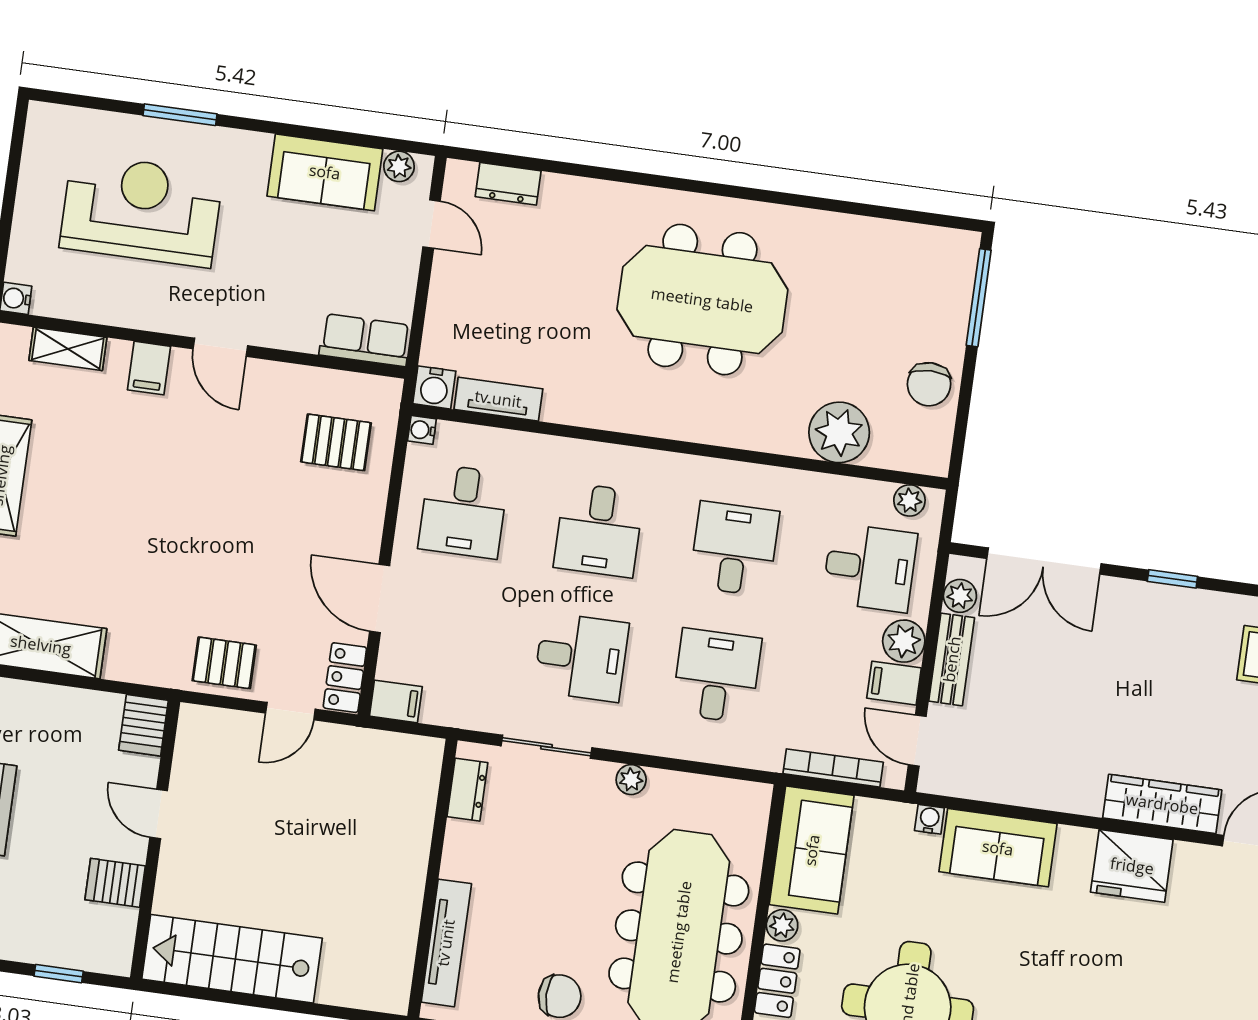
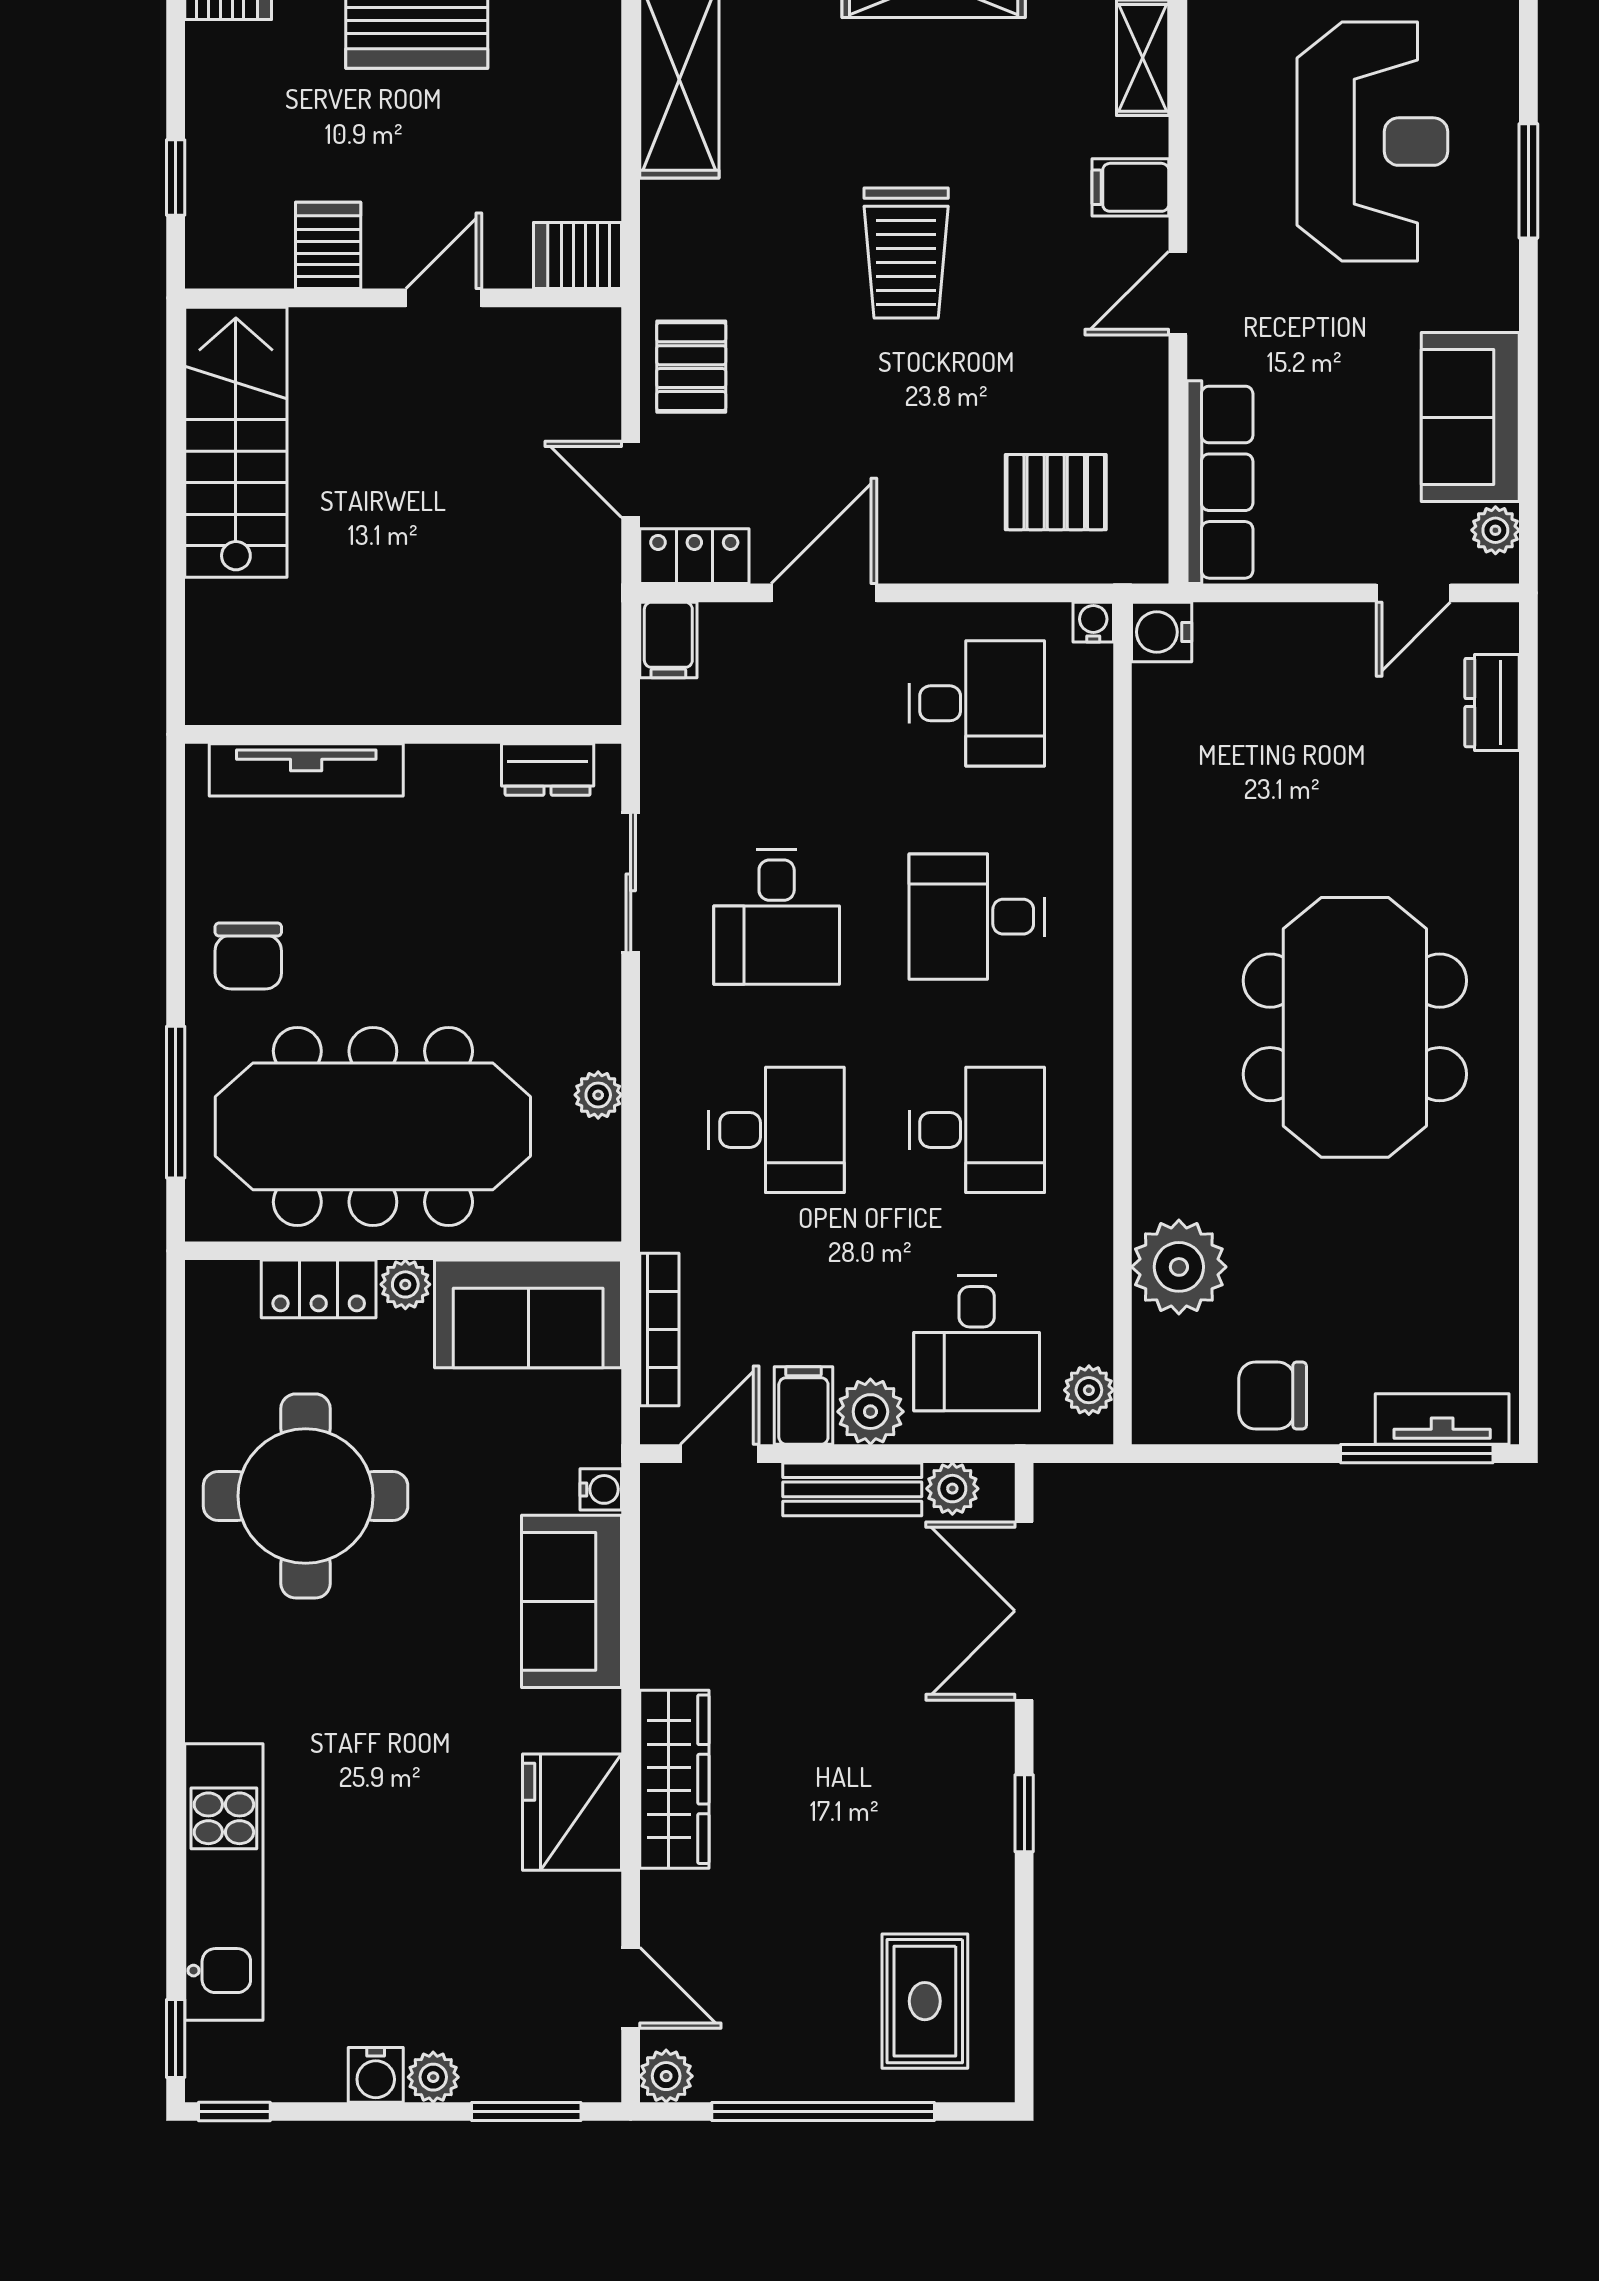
row of seats: (365, 340) -> (1220, 482), width x1.48
tv unit: (498, 399) -> (1442, 1419), moved, turned -90
pallet: (336, 442) -> (1056, 492), turned 90
desk: (463, 511) -> (977, 703), turned 180
trolley: (171, 516) -> (906, 253), added
plant: (631, 780) -> (598, 1095), moved
wardrobe: (1162, 804) -> (674, 1779), moved

